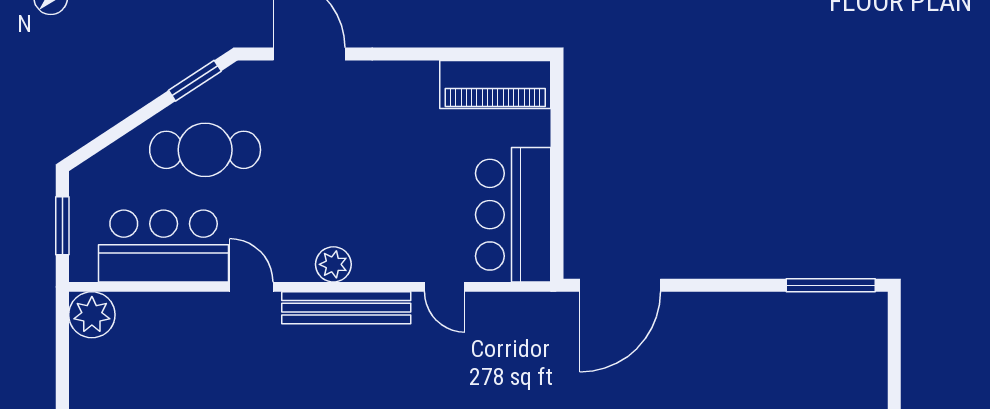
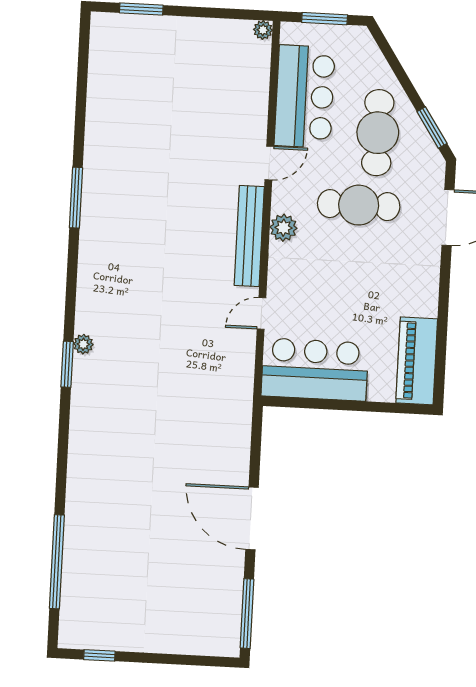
cafe table: (299, 169) -> (359, 205), added
door: (620, 285) -> (252, 518), moved
plant: (92, 315) -> (263, 30), width x0.53, depth x0.53

